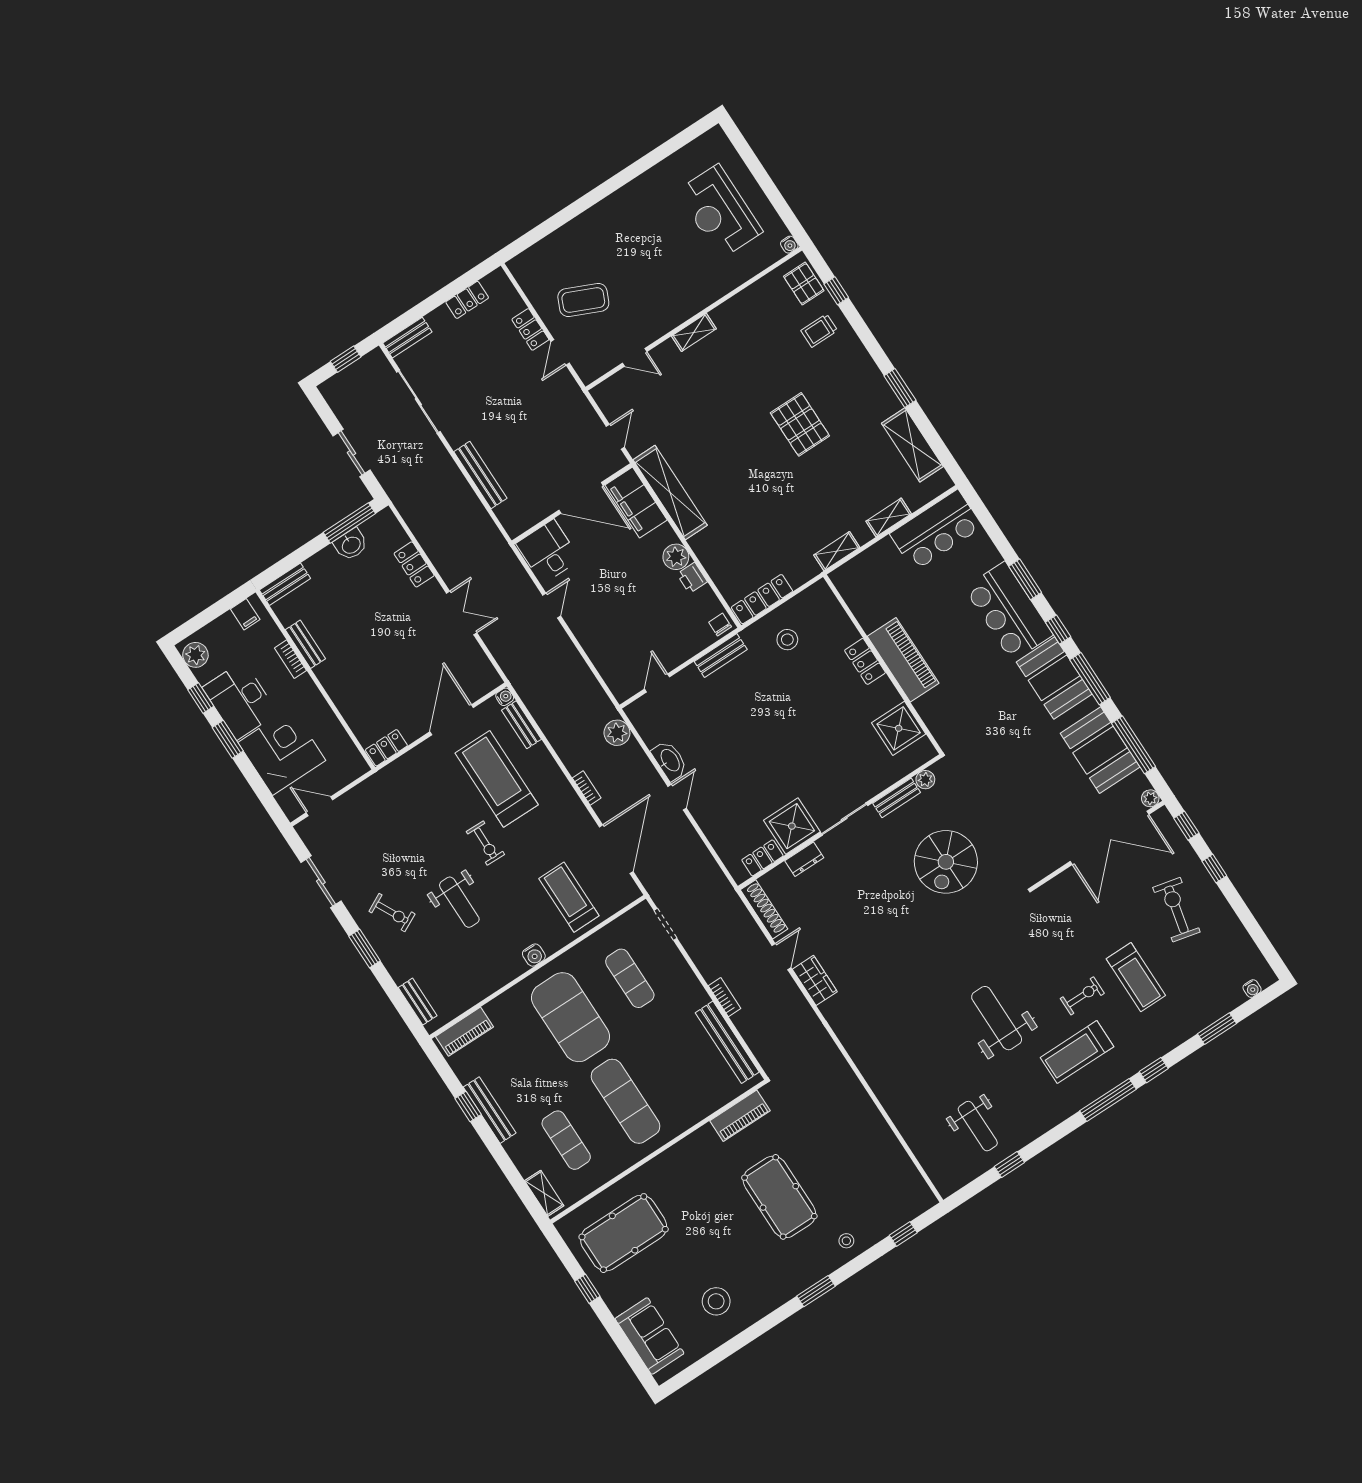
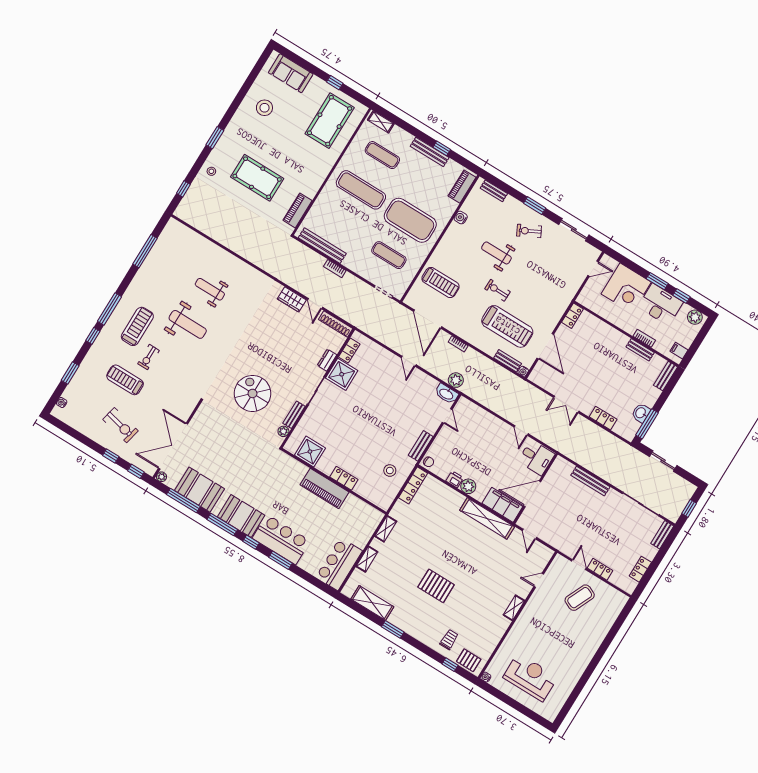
washbasin: (670, 761) -> (446, 394), moved
water cooler: (534, 955) -> (461, 218), moved
weight bench: (978, 1126) -> (210, 289), moved
window: (1009, 1164) -> (145, 251), width x2.17

